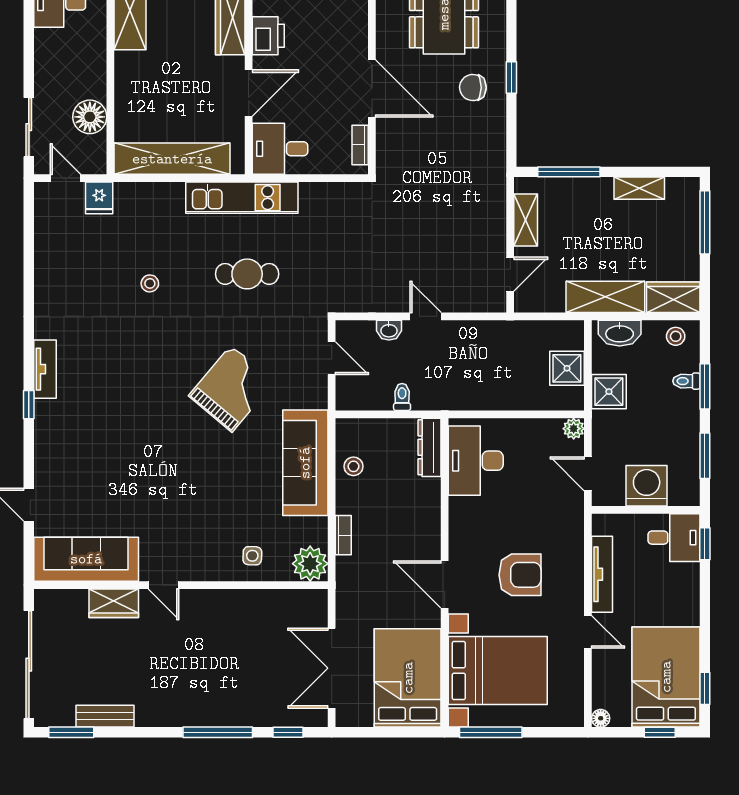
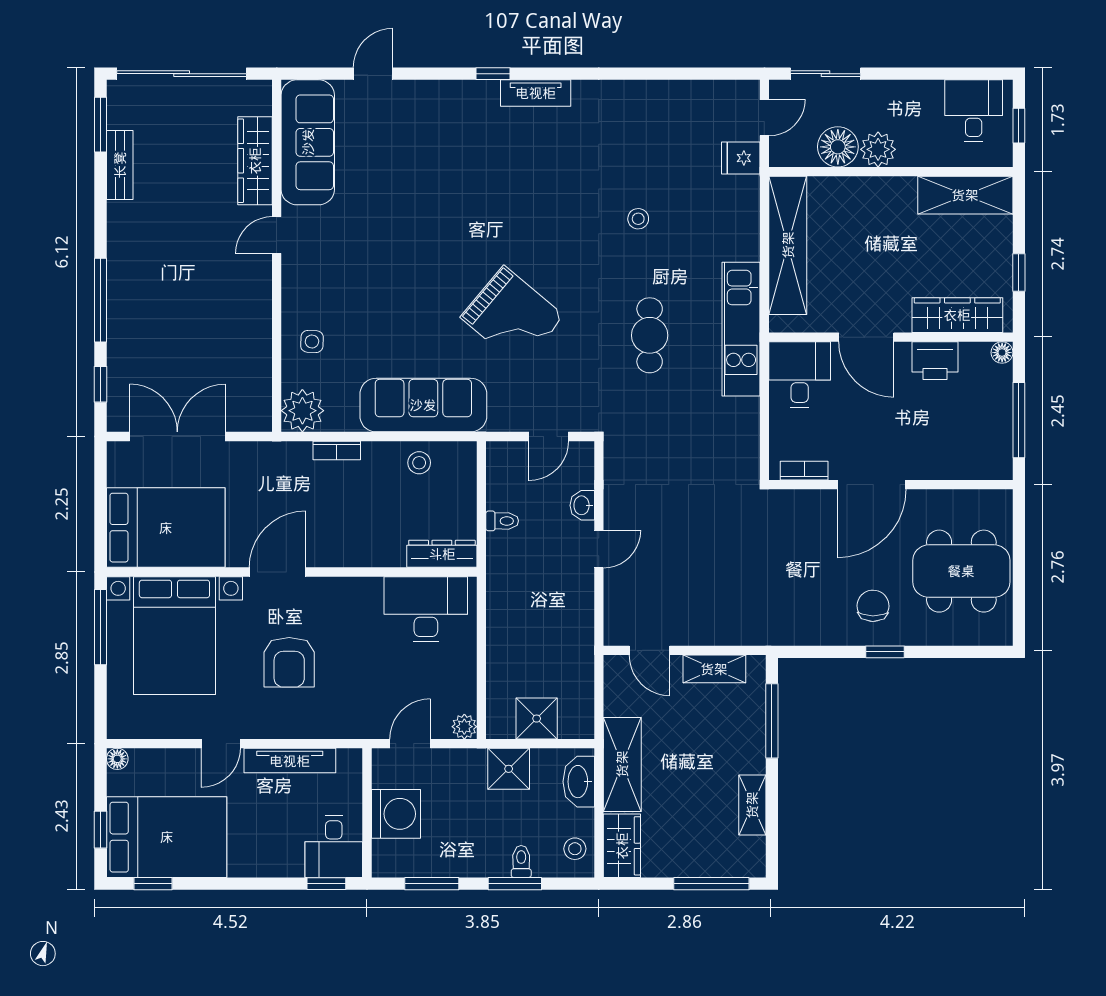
plant: (92, 83) -> (878, 149), added
wardrobe: (114, 603) -> (255, 161), width x1.50

